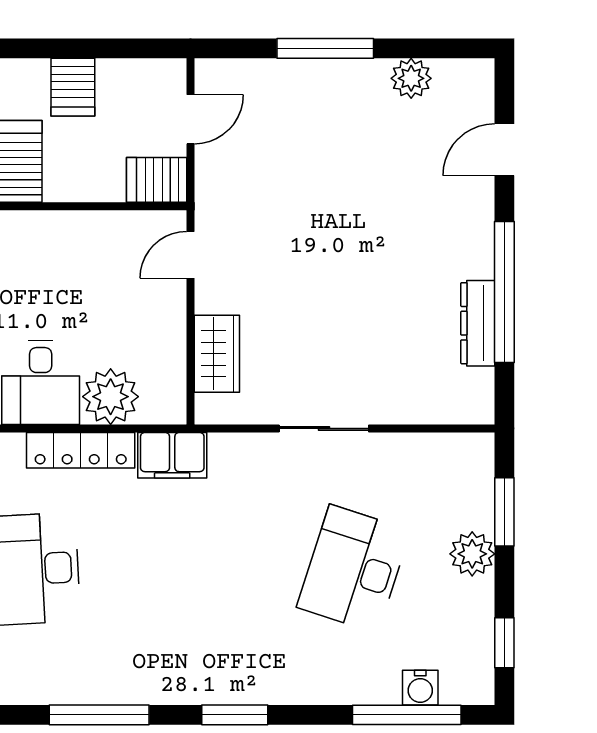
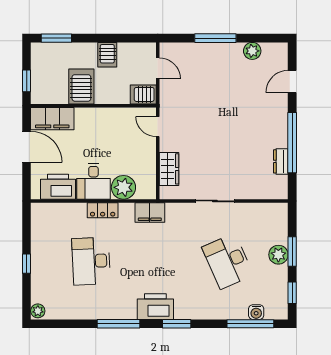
door: (190, 119) -> (158, 68), hinge flipped
door: (190, 255) -> (158, 127), hinge flipped
dresser: (478, 323) -> (281, 161), width x0.70
locker: (81, 450) -> (103, 210), width x0.66
window: (504, 512) -> (292, 252), moved
desk: (354, 569) -> (228, 261), turned -42
printer: (185, 675) -> (155, 307), added

